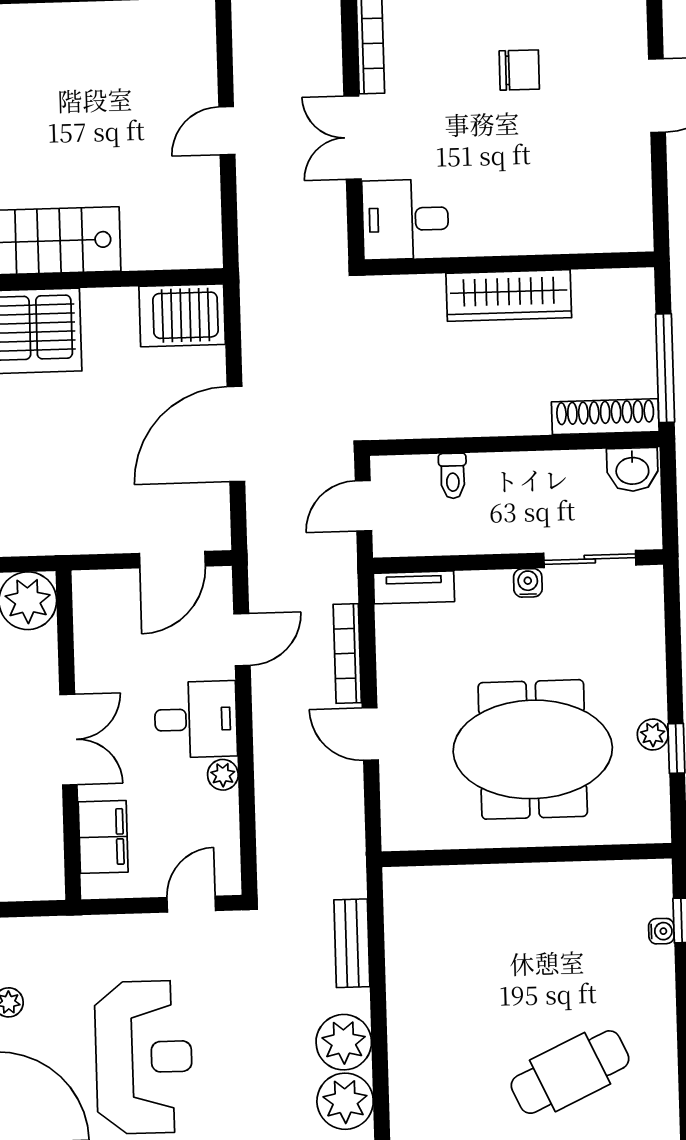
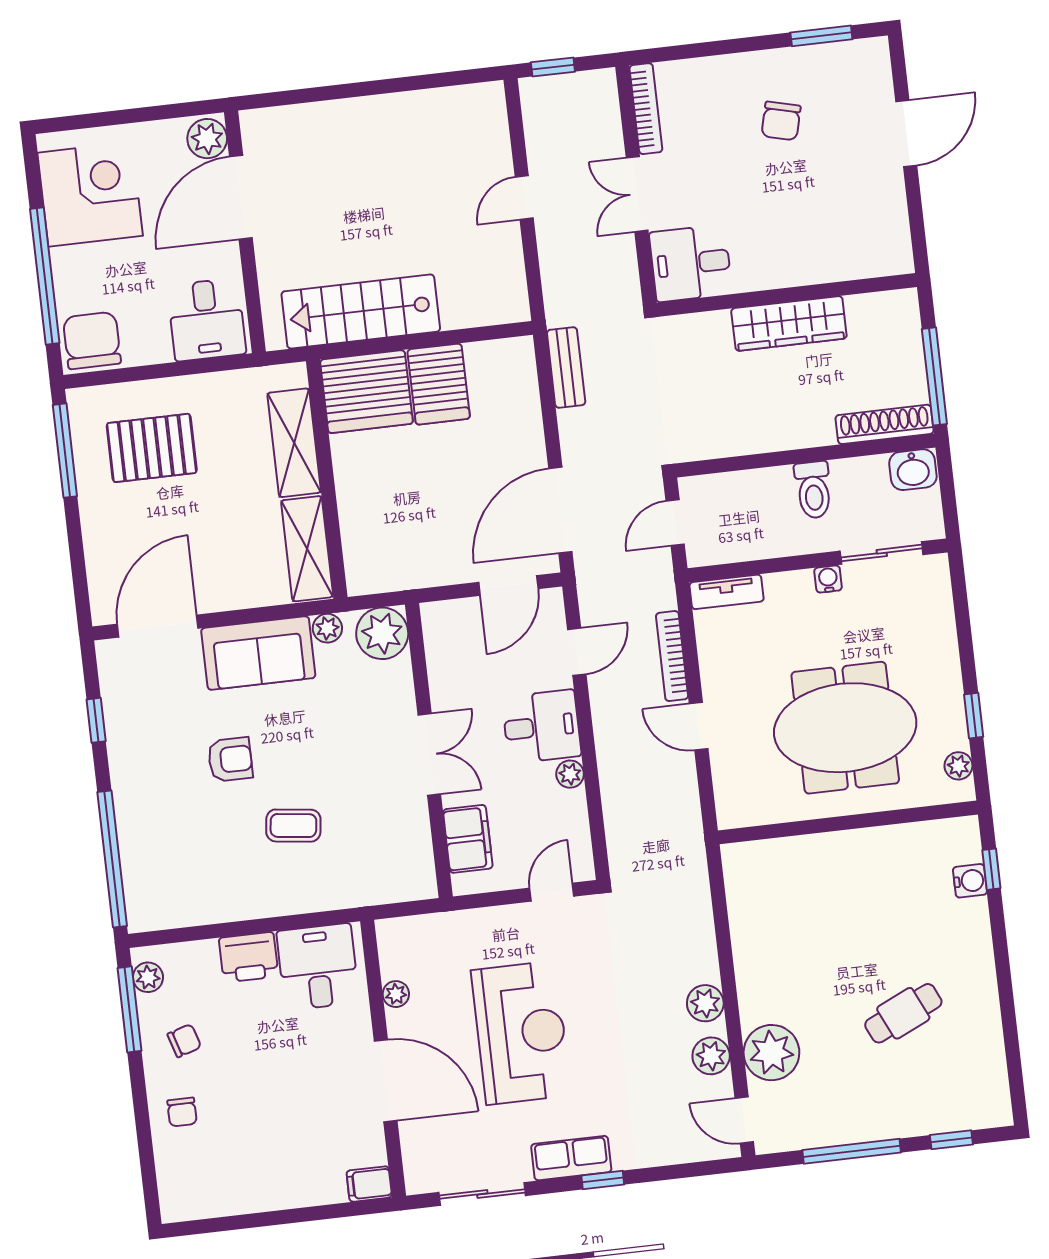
chair: (519, 70) -> (781, 121), turned 104
server rack: (182, 315) -> (439, 384), moved, turned -90
door: (236, 434) -> (560, 510), moved
toilet: (453, 476) -> (813, 490), moved, width x1.37, depth x1.39
plant: (653, 735) -> (958, 766), moved
water cooler: (661, 931) -> (970, 881), width x1.38, depth x1.38
bench: (352, 943) -> (566, 367), moved
plant: (344, 1042) -> (705, 1003), width x0.73, depth x0.73
cafe table: (570, 1072) -> (903, 1013), width x0.73, depth x0.74
plant: (345, 1101) -> (711, 1056), width x0.73, depth x0.73
plant: (420, 1103) -> (771, 1053), added

